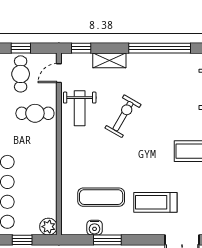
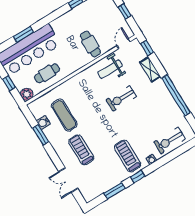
door: (59, 73) -> (124, 44), hinge flipped
cafe table: (21, 74) -> (47, 73), moved
exercise bike: (123, 116) -> (121, 98), turned 150

